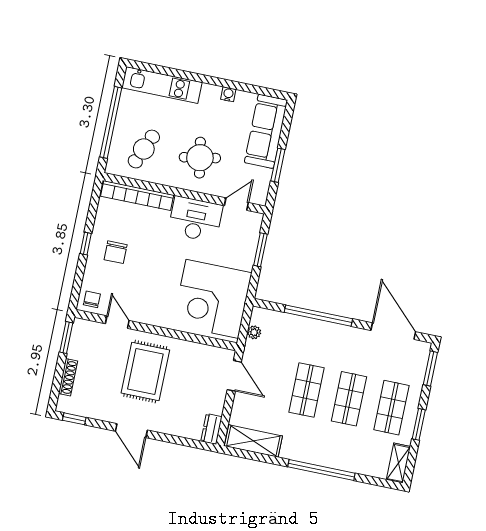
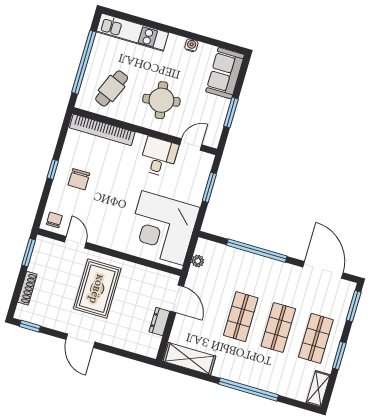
sofa: (266, 131) -> (225, 73), width x0.73
desk: (195, 219) -> (159, 157), width x0.73
dresser: (211, 429) -> (159, 322), moved

